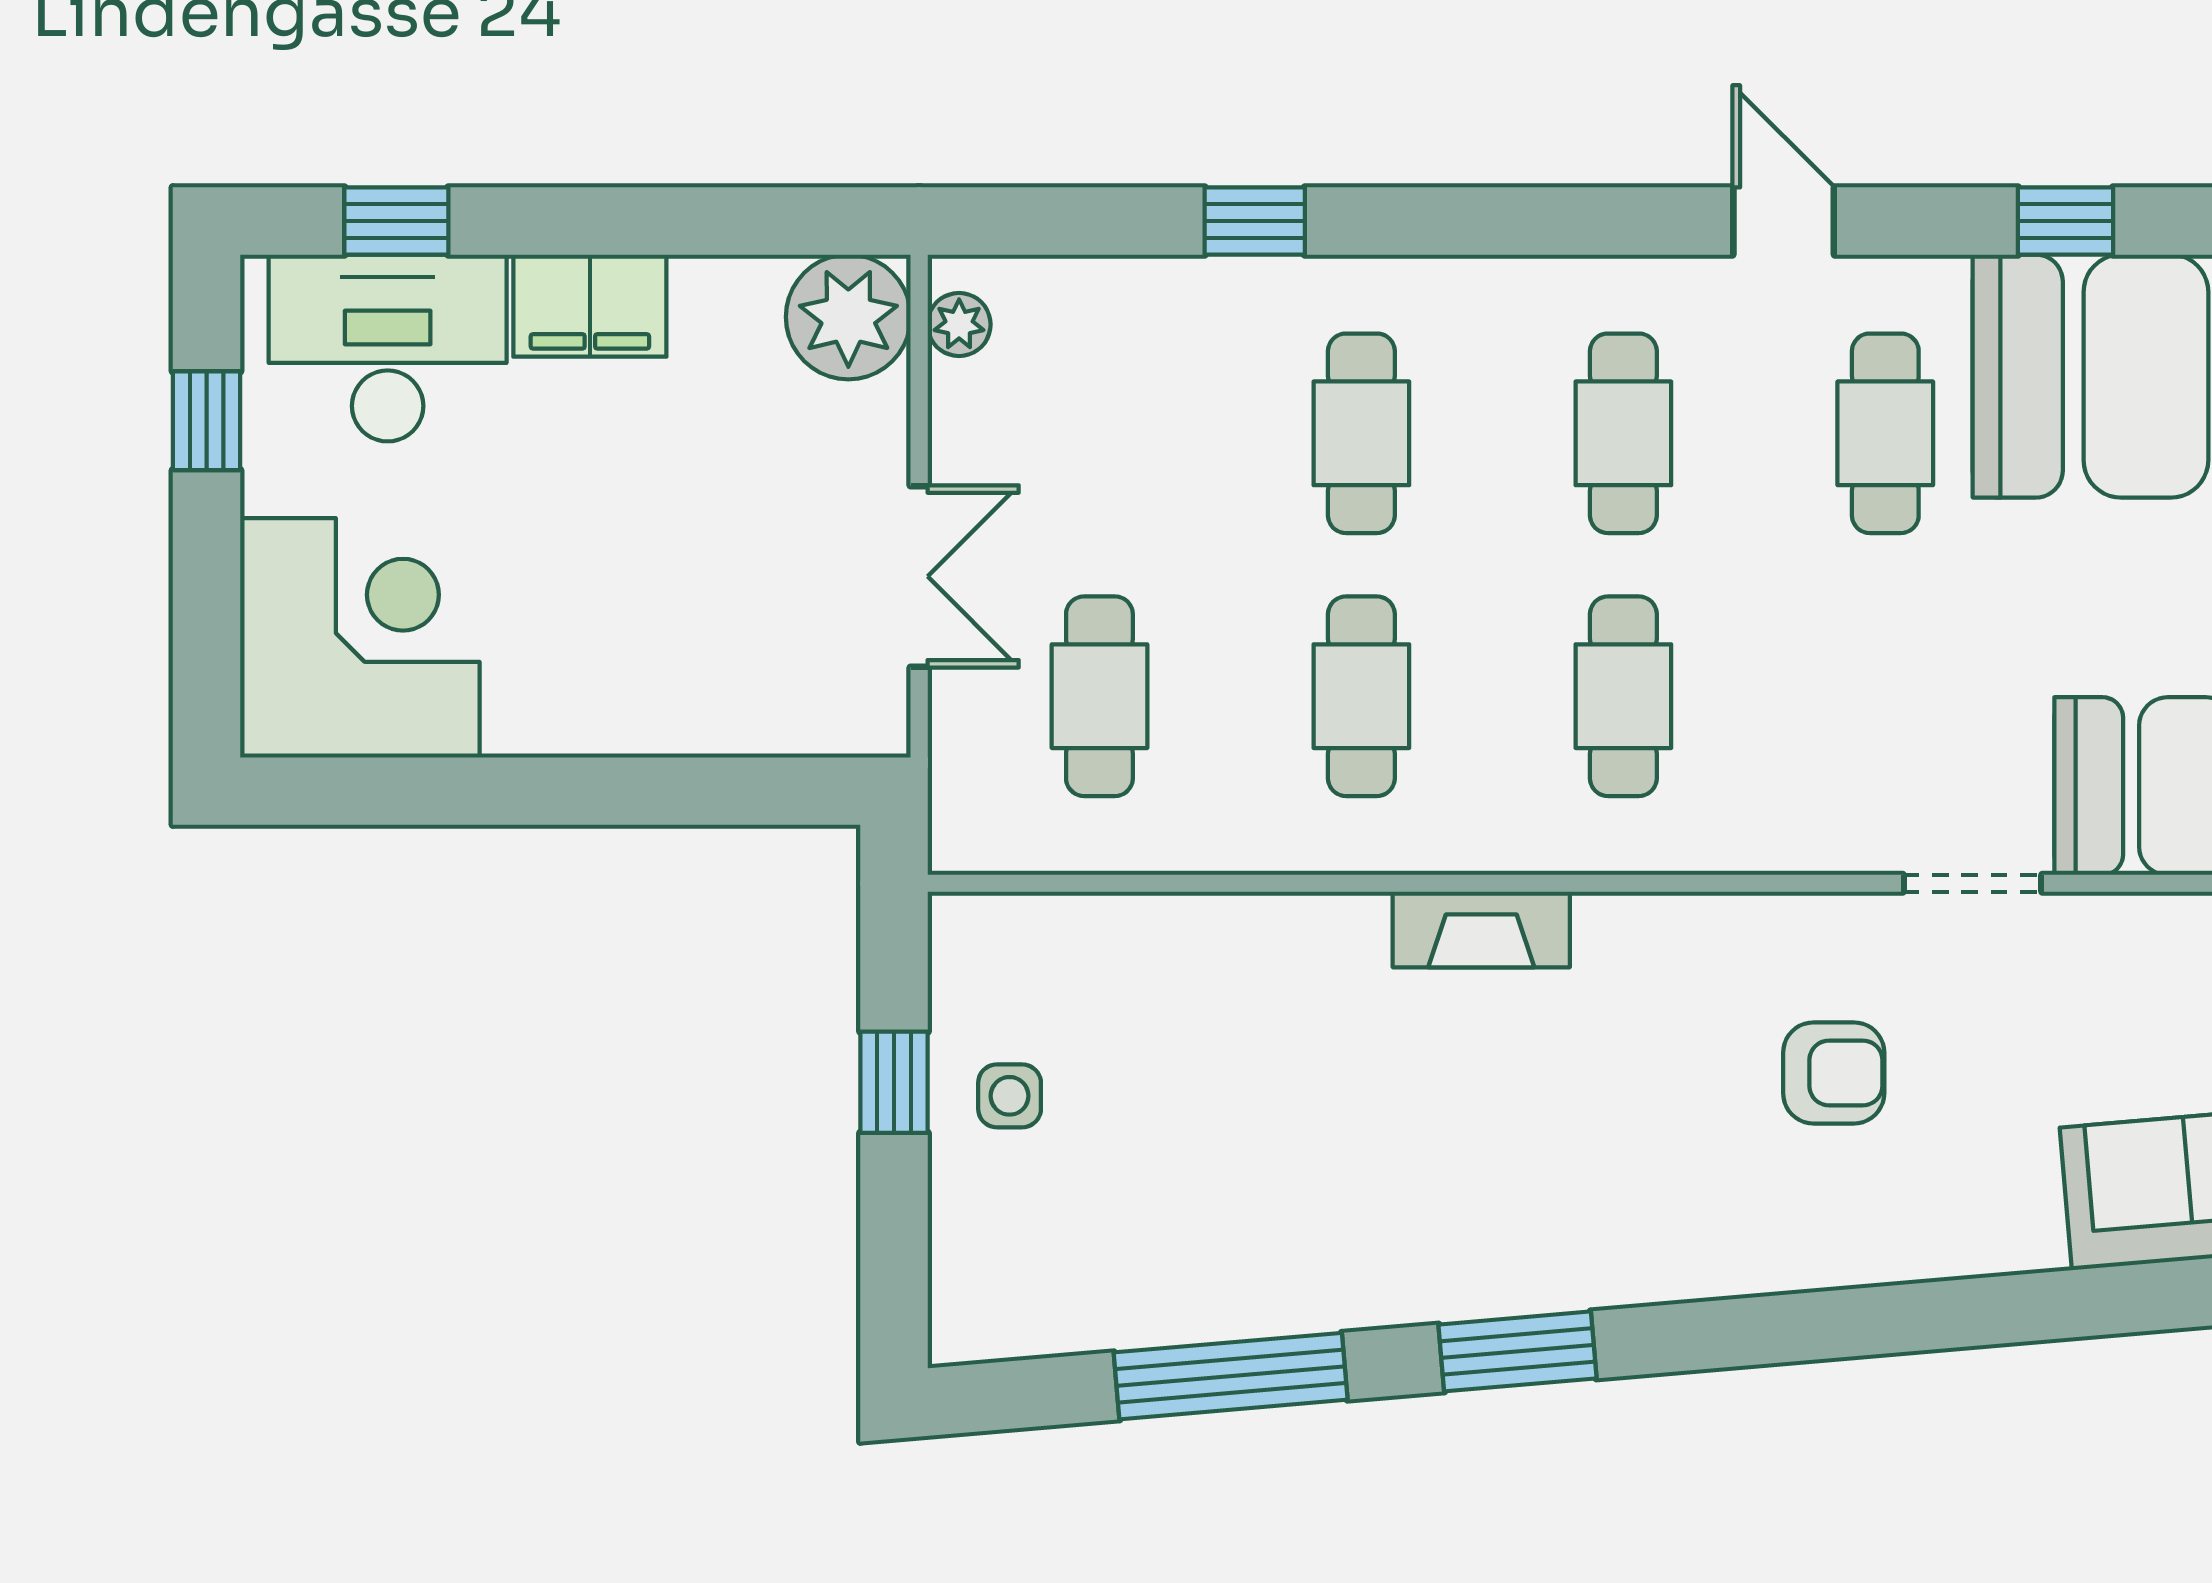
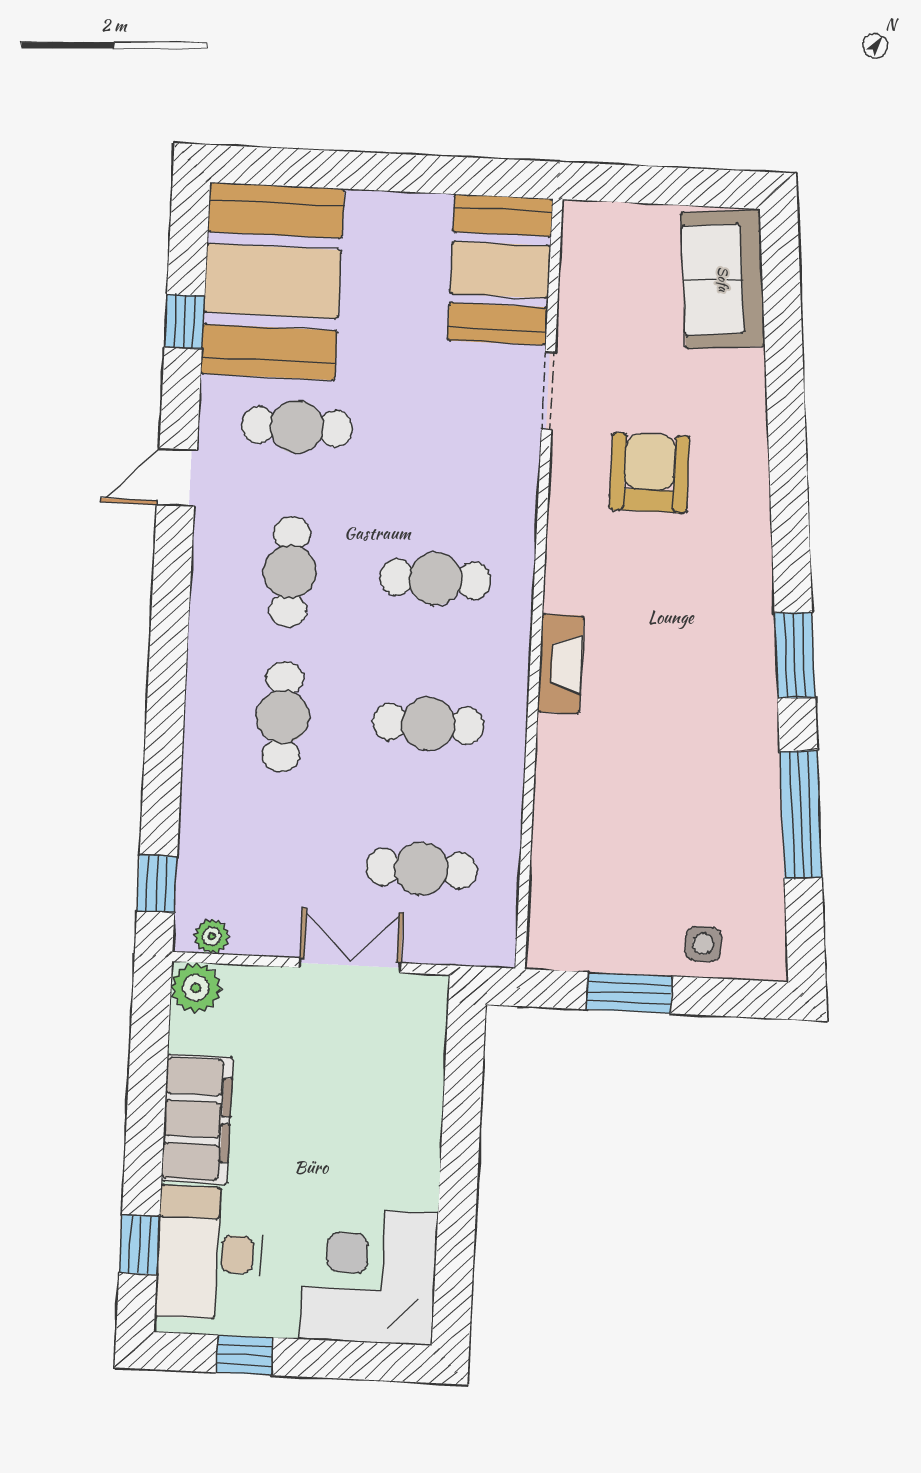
window: (1255, 221) -> (157, 884), moved
filing cabinet: (590, 306) -> (197, 1119), width x1.50, depth x1.17
plant: (848, 317) -> (196, 988), width x0.73, depth x0.73
cafe table: (1361, 433) -> (283, 717), turned 90
cafe table: (1623, 433) -> (290, 572), turned 90
armchair: (1834, 1073) -> (649, 473), width x1.38, depth x1.38
window: (894, 1082) -> (629, 993), width x1.50
side table: (1010, 1096) -> (703, 944), moved

